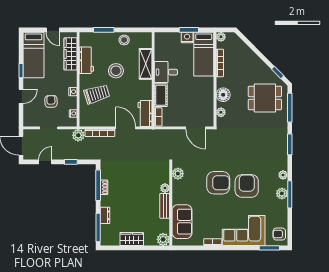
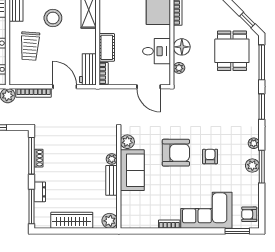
desk: (166, 72) -> (156, 51), moved, turned 180
trolley: (97, 94) -> (30, 46), turned 111
dining table: (265, 98) -> (232, 51), turned 90
armchair: (247, 186) -> (210, 156), width x0.53, depth x0.53
sofa: (182, 222) -> (132, 170), moved
wardrobe: (132, 239) -> (72, 220), width x1.50

